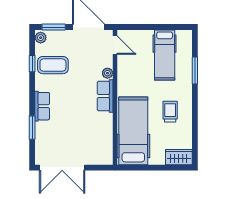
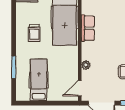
door: (115, 45) -> (80, 88), hinge flipped
row of seats: (105, 96) -> (88, 28), moved

